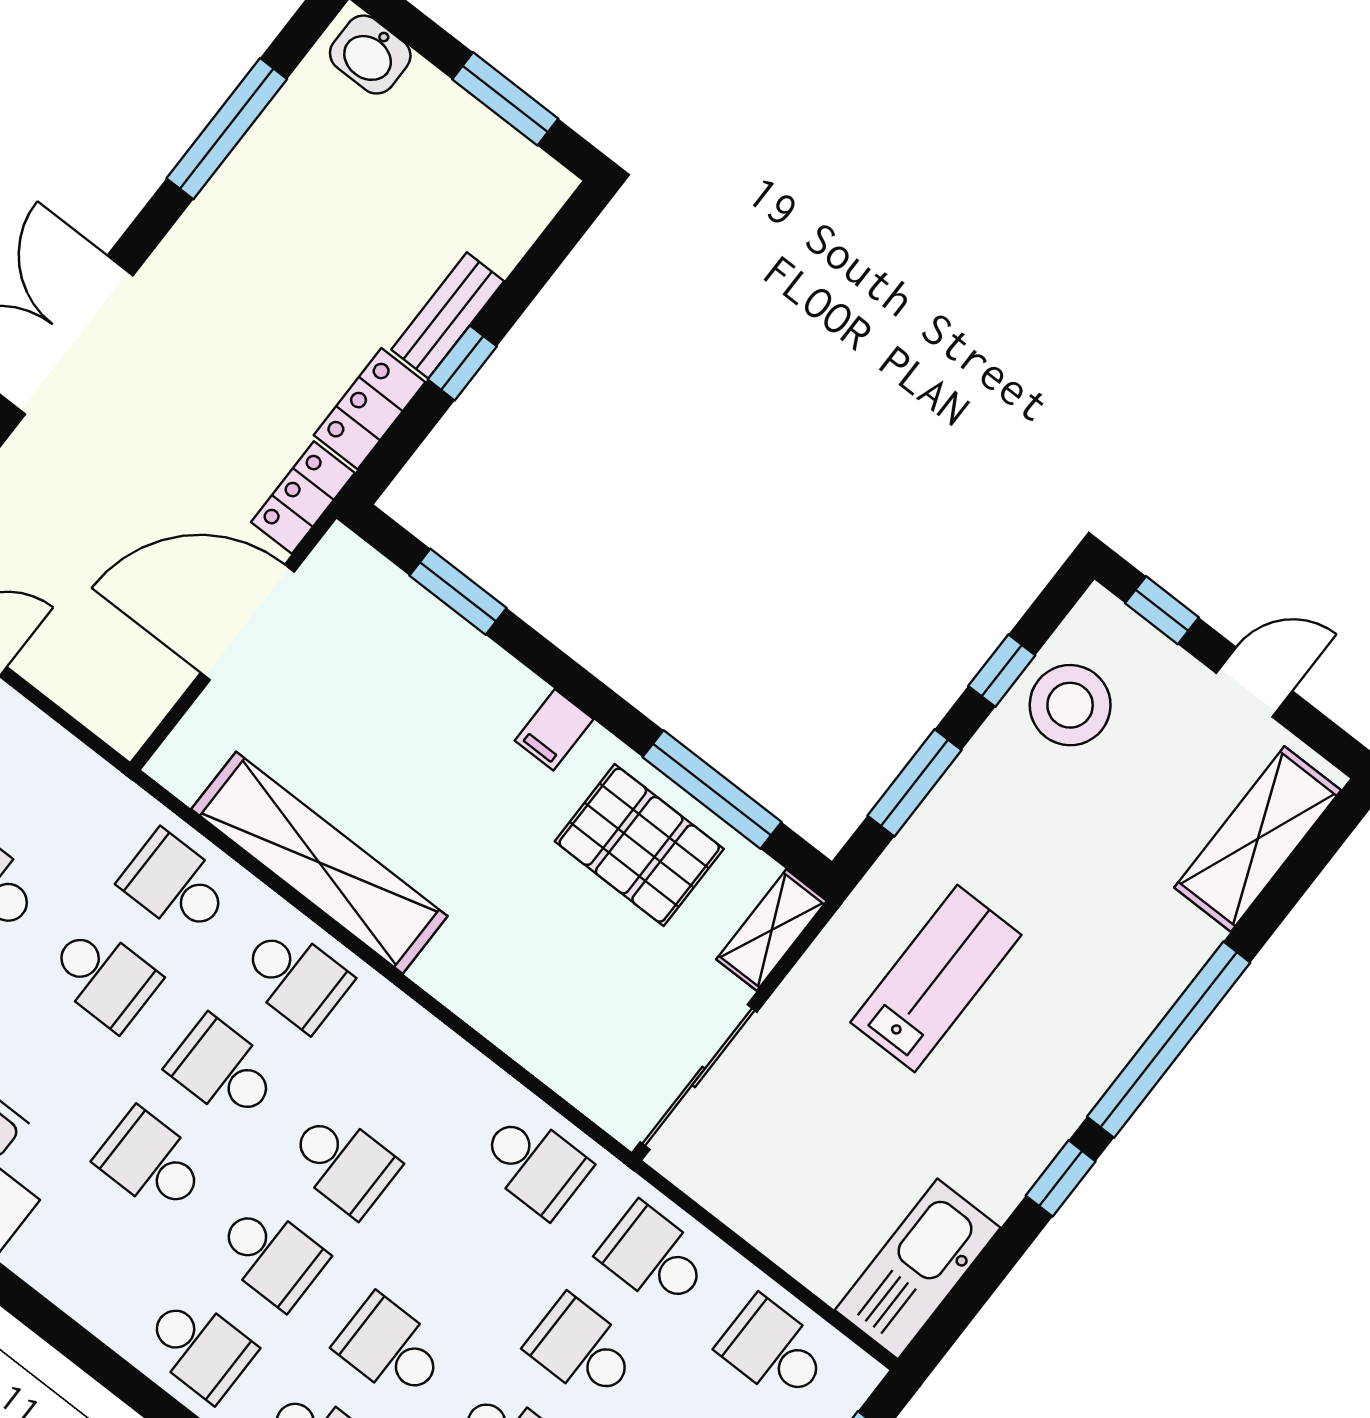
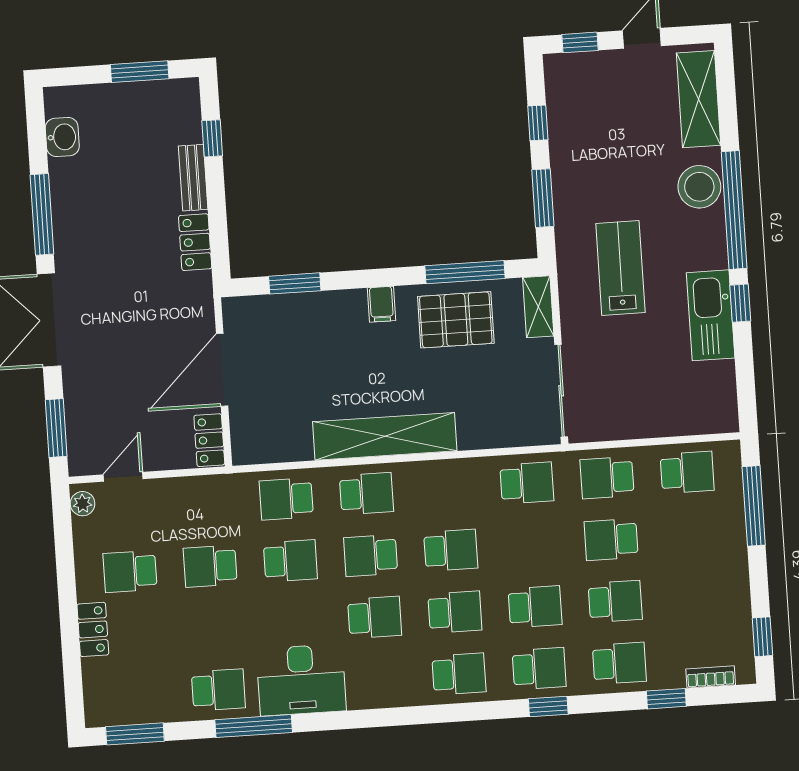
washbasin: (370, 55) -> (62, 137), moved, turned -90
window: (227, 129) -> (42, 214), moved
window: (462, 363) -> (212, 138), moved
locker: (303, 498) -> (209, 440), moved
stool: (1070, 705) -> (699, 187), moved
shelving: (319, 863) -> (385, 436), moved
school desk: (152, 1162) -> (375, 617), turned 180
kitchen sink: (918, 1269) -> (711, 315), moved
school desk: (391, 1348) -> (535, 607), turned 180
school desk: (774, 1350) -> (687, 472), turned 180

